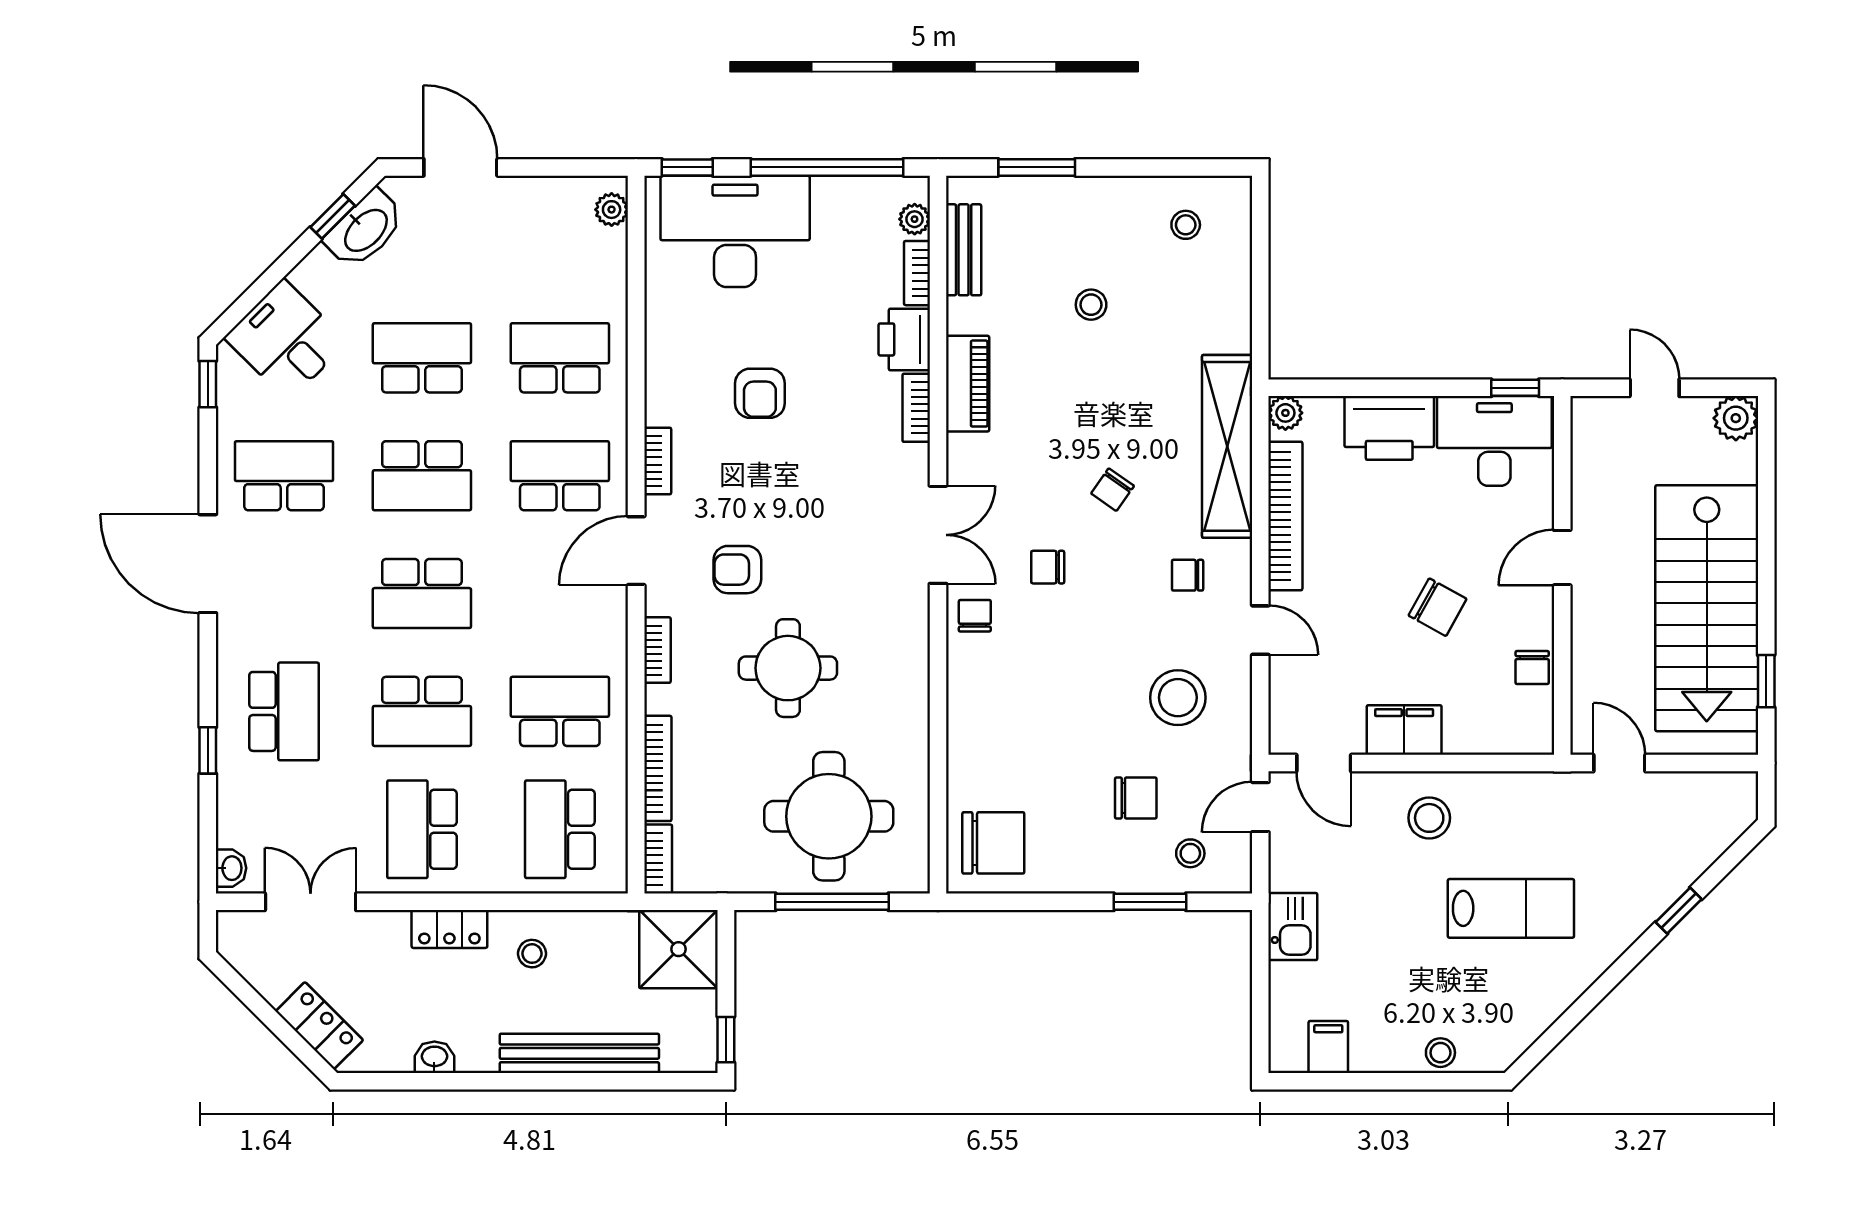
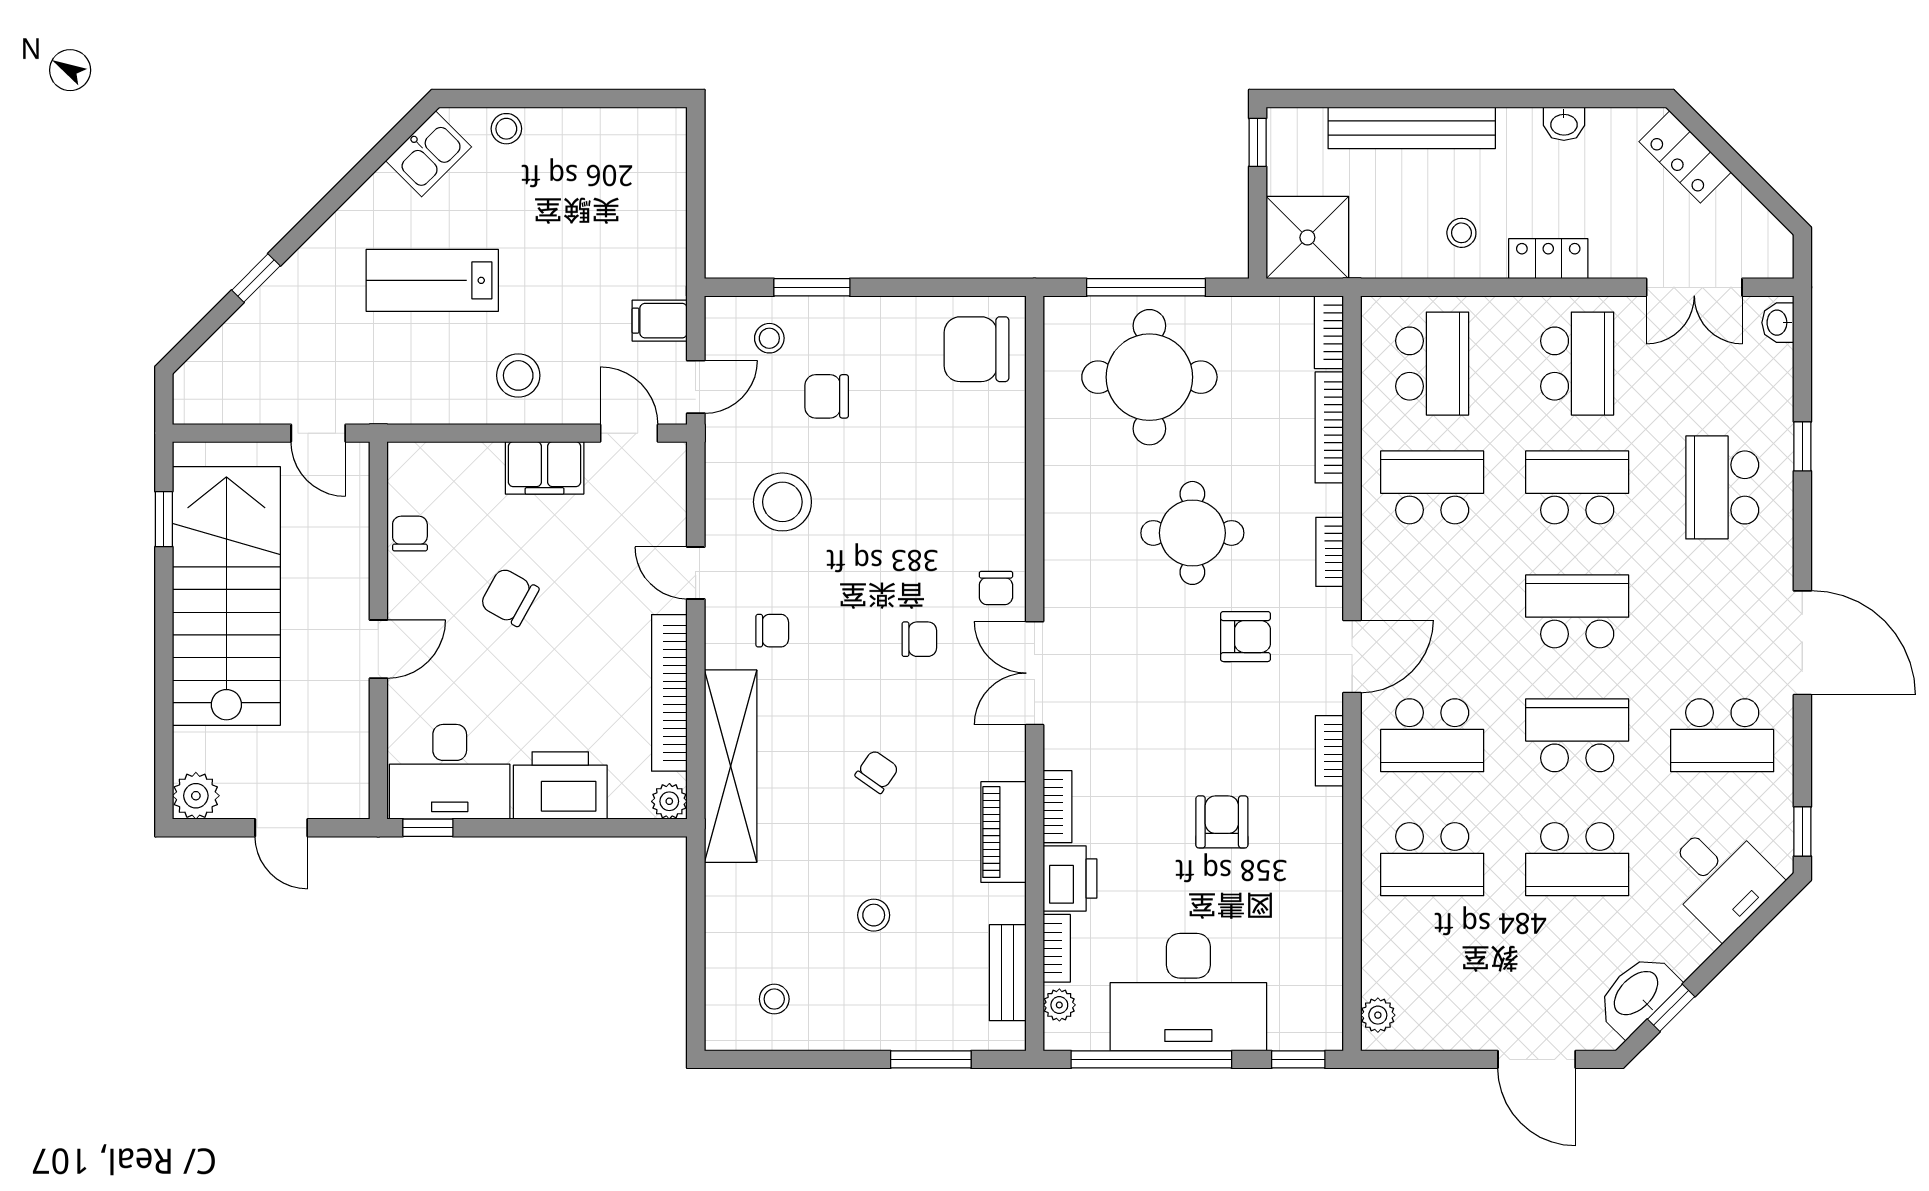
desk: (735, 231) -> (1188, 992), moved
chair: (1113, 490) -> (877, 772), moved
school desk: (560, 711) -> (1432, 487), turned 180
kitchen sink: (1293, 927) -> (429, 154), moved, turned -135
filing cabinet: (1328, 1047) -> (660, 321), moved, turned 90

